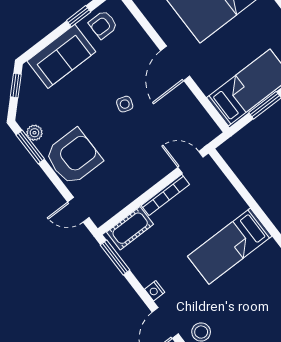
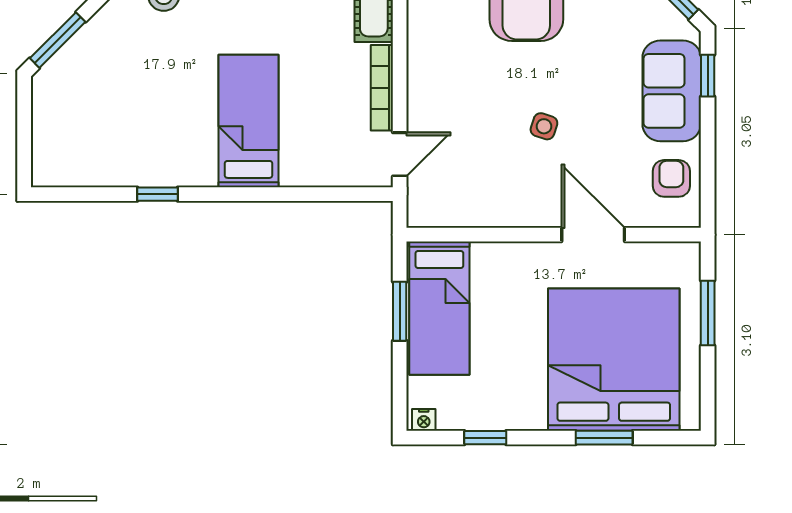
window: (79, 16) -> (708, 76), moved
door: (175, 63) -> (593, 235), moved

